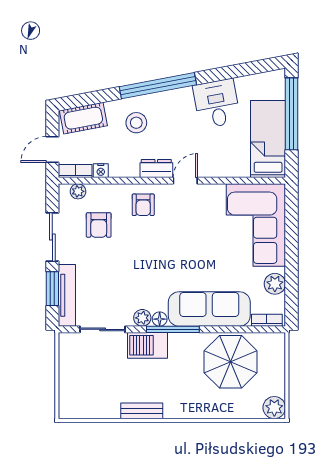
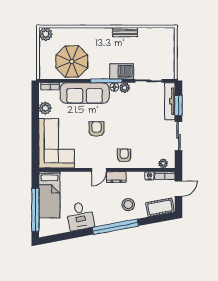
armchair: (99, 225) -> (97, 129), moved

